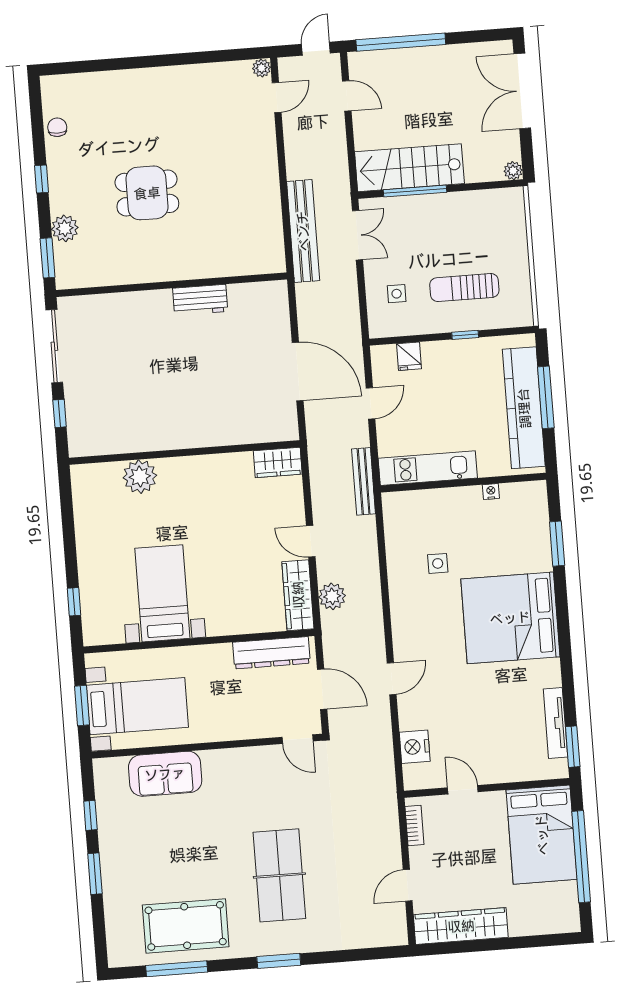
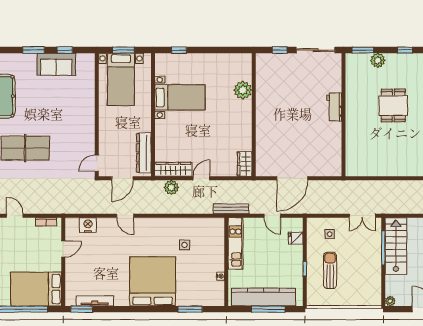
bench: (303, 231) -> (367, 187), removed
workbench: (200, 300) -> (334, 107), moved
sofa: (165, 774) -> (56, 64), moved, turned -90

